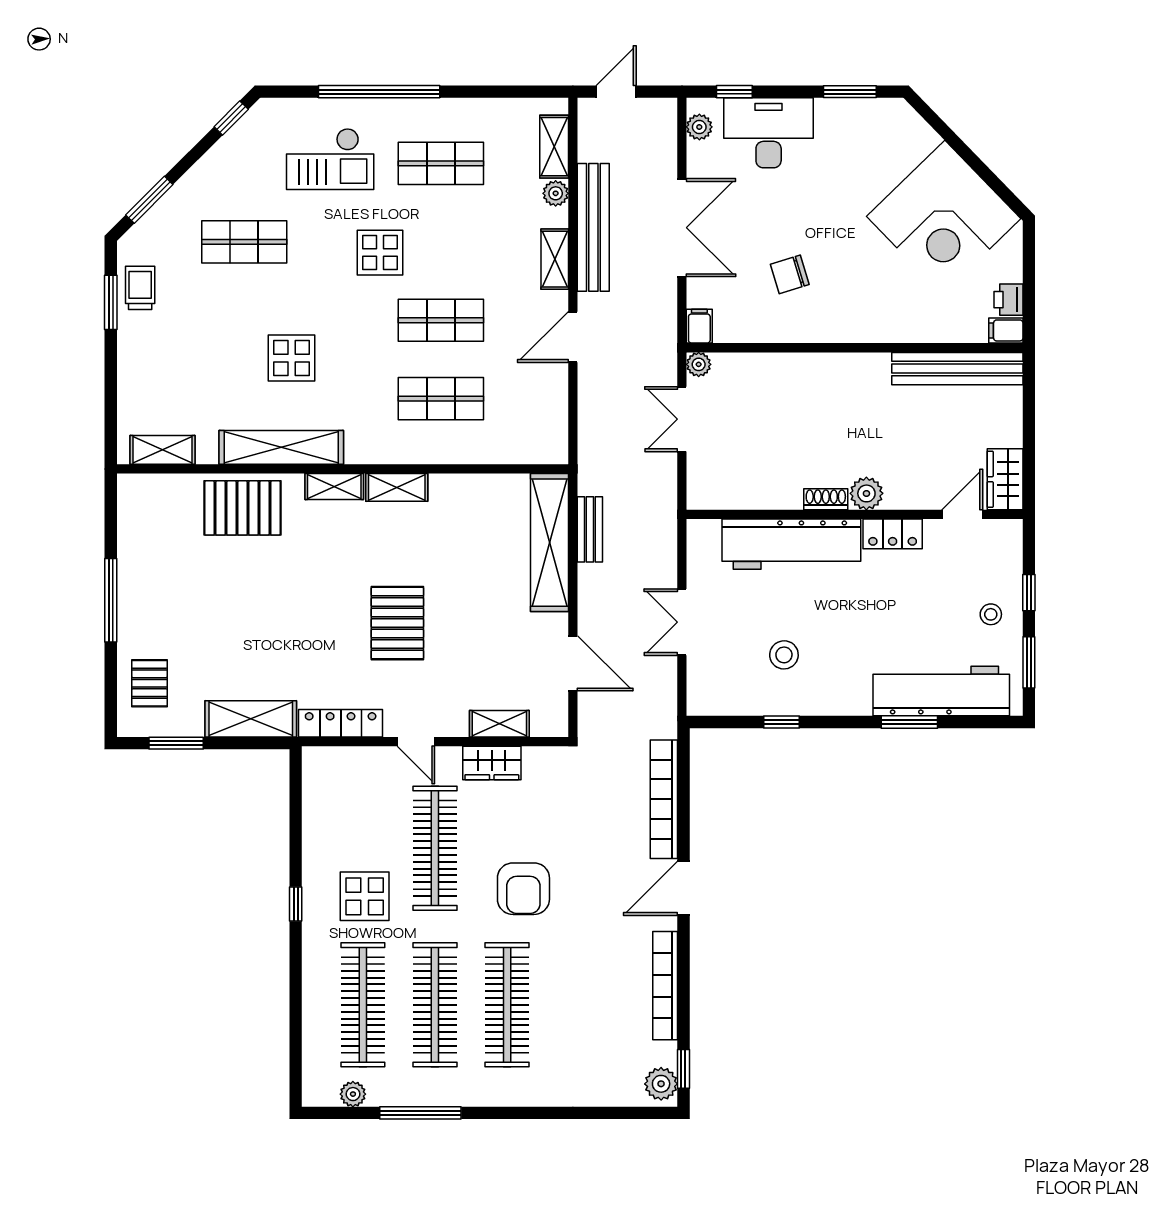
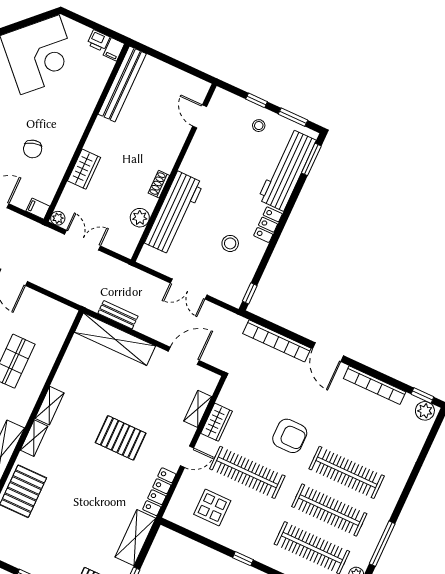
double door: (682, 419) -> (82, 240), swing flipped
wardrobe: (1005, 479) -> (84, 169), moved, turned -90
plant: (866, 493) -> (140, 218), moved
locker: (893, 534) -> (268, 225), moved, turned 180
window: (782, 722) -> (250, 293), moved
window: (909, 722) -> (311, 159), moved
display table: (365, 896) -> (212, 507), moved

